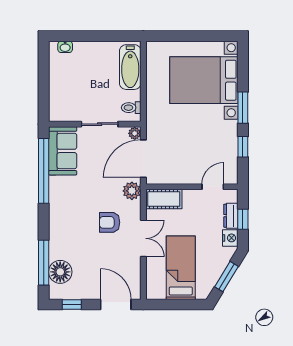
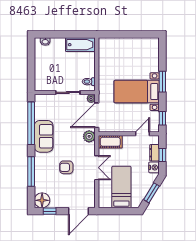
bathtub: (130, 67) -> (80, 45), moved, turned -90
bed with nightstands: (204, 80) -> (137, 92), moved, width x0.73
window: (243, 147) -> (162, 118), moved
sofa: (63, 151) -> (44, 136), moved
armchair: (110, 222) -> (66, 167), moved
window: (44, 263) -> (31, 172), moved
floor lamp: (60, 272) -> (42, 200), moved
door: (116, 304) -> (79, 211), swing flipped

